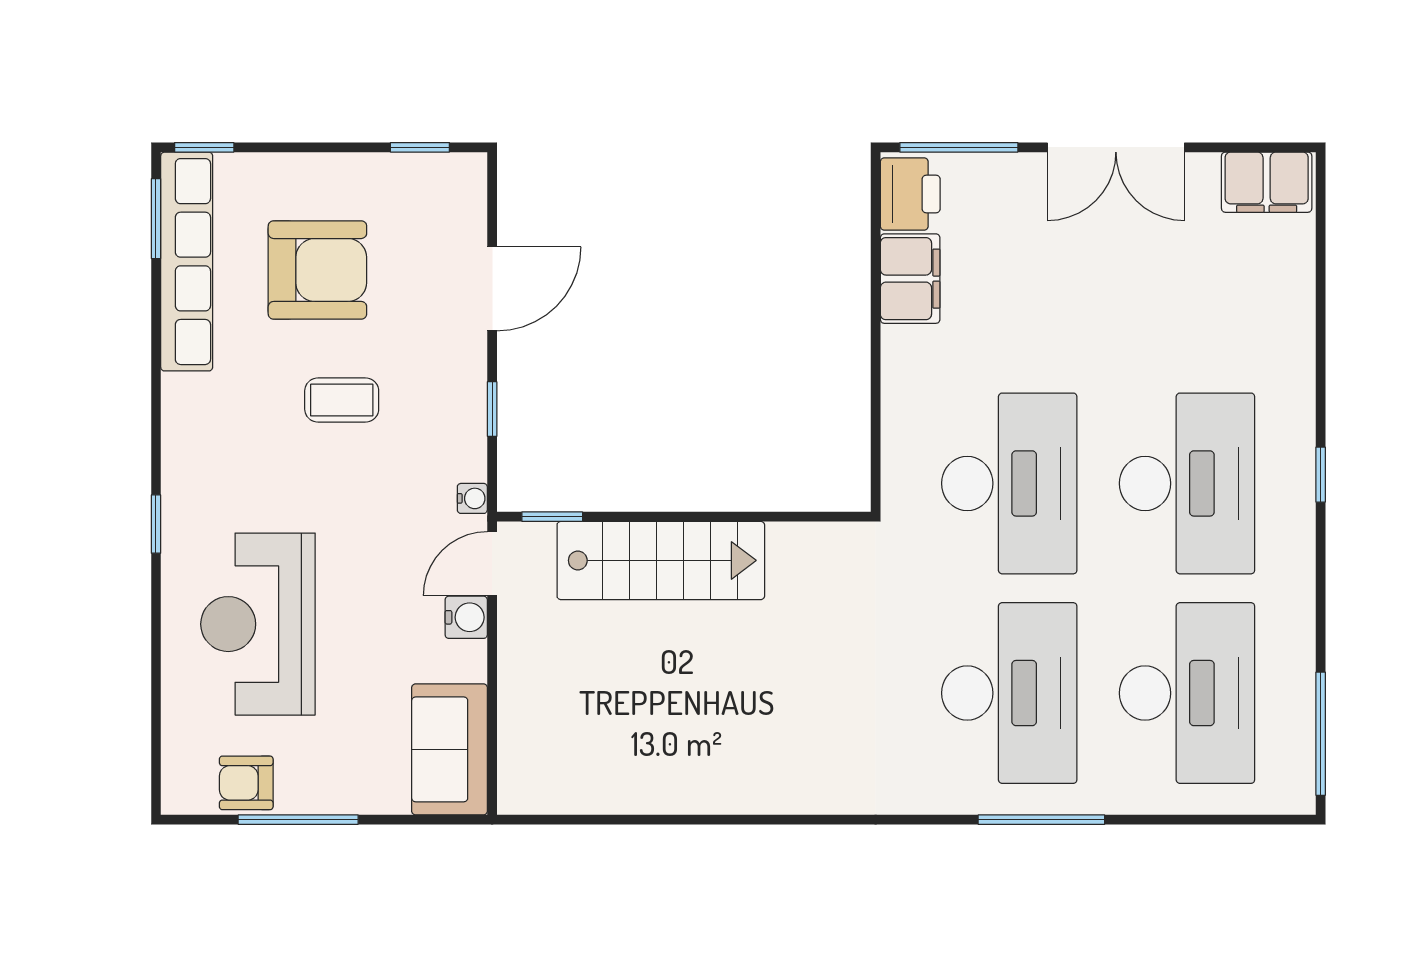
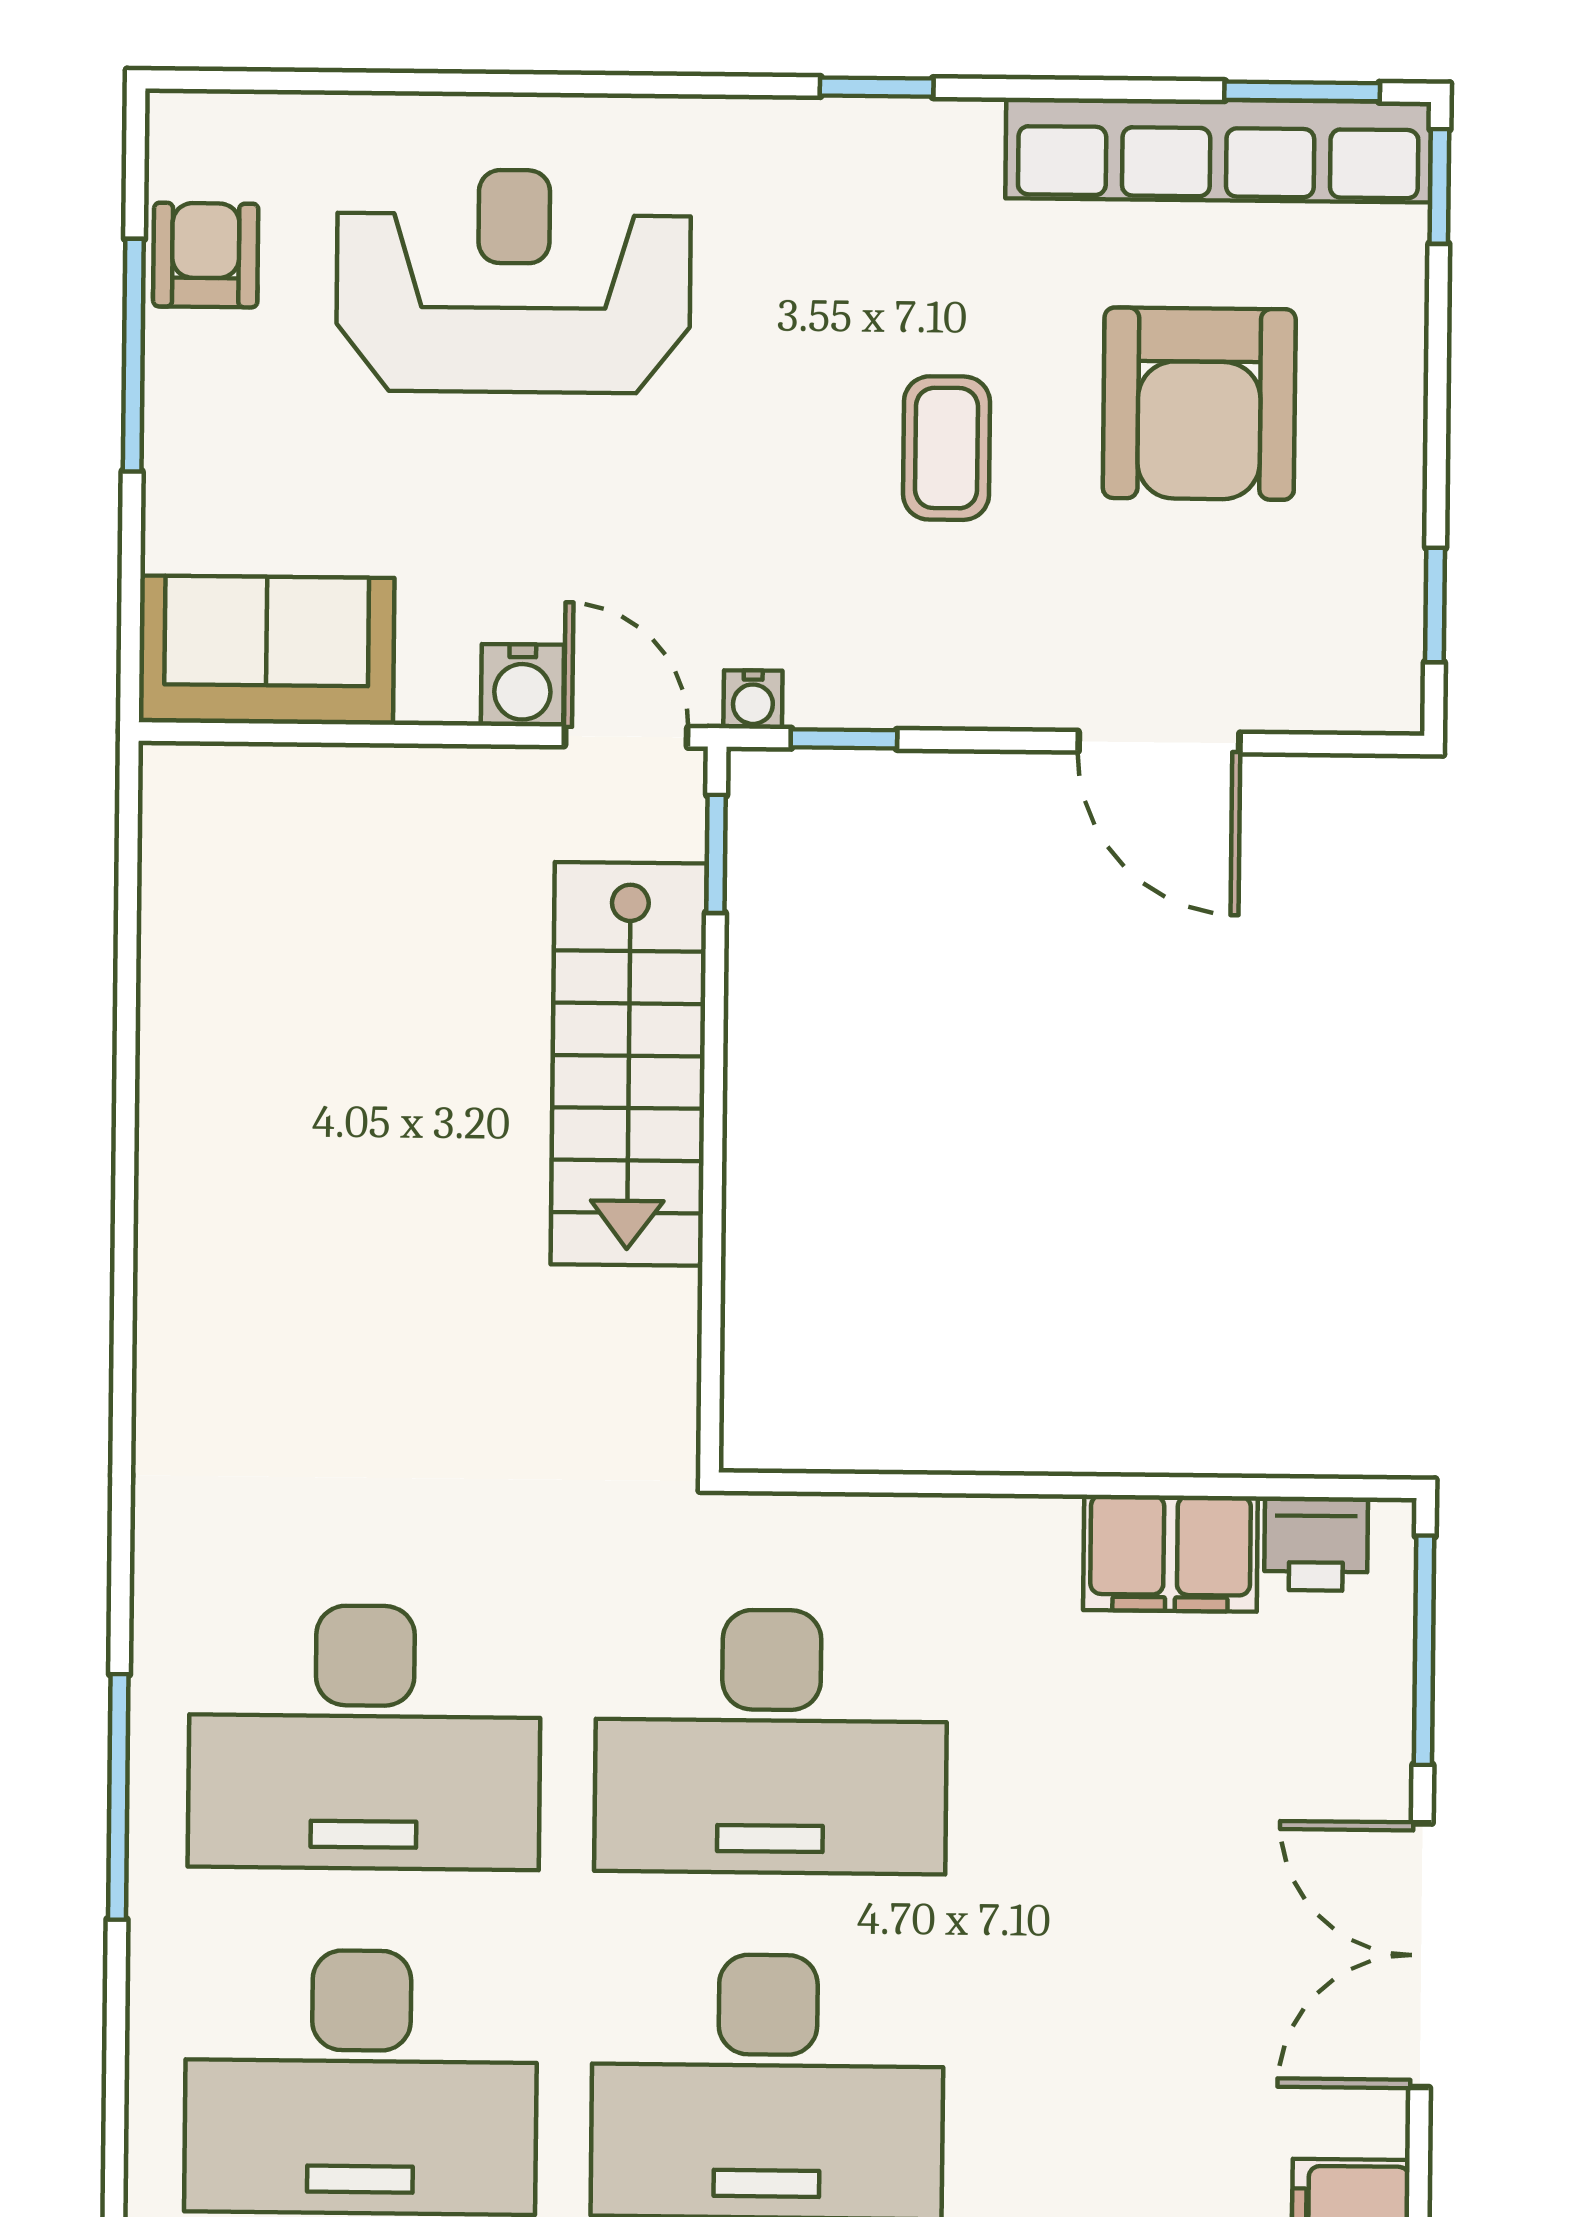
printer: (910, 194) -> (1316, 1544), width x0.73, depth x0.81
window: (492, 409) -> (844, 739), moved
window: (156, 524) -> (877, 87), moved

